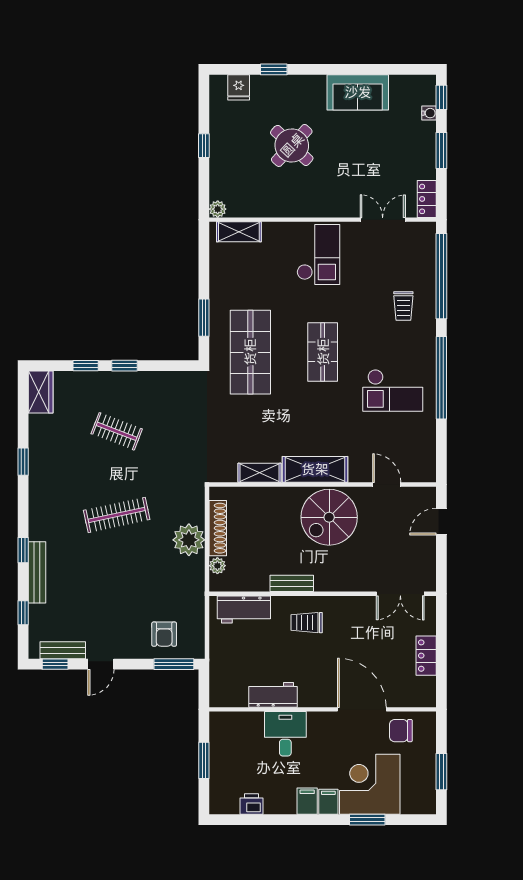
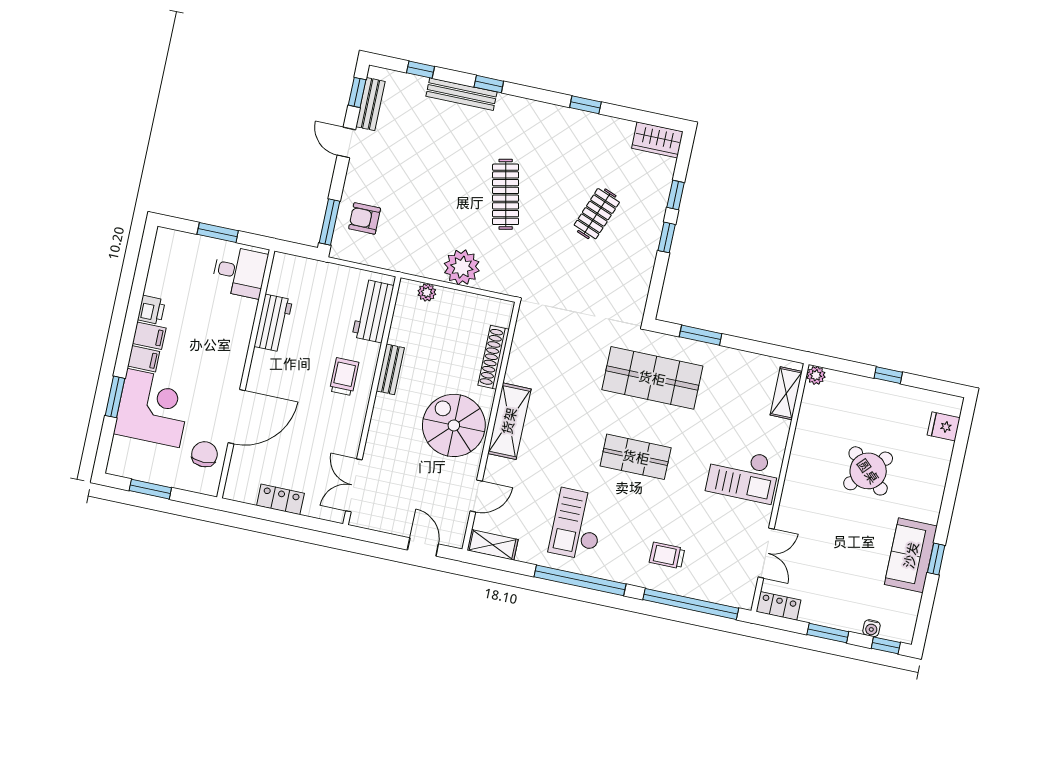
window: (274, 69) -> (936, 559), moved
shelving: (259, 473) -> (493, 545), moved, turned 90
shoe rack: (218, 528) -> (494, 357), moved, turned 90
desk: (285, 734) -> (240, 272), moved
printer: (252, 804) -> (151, 310), moved

